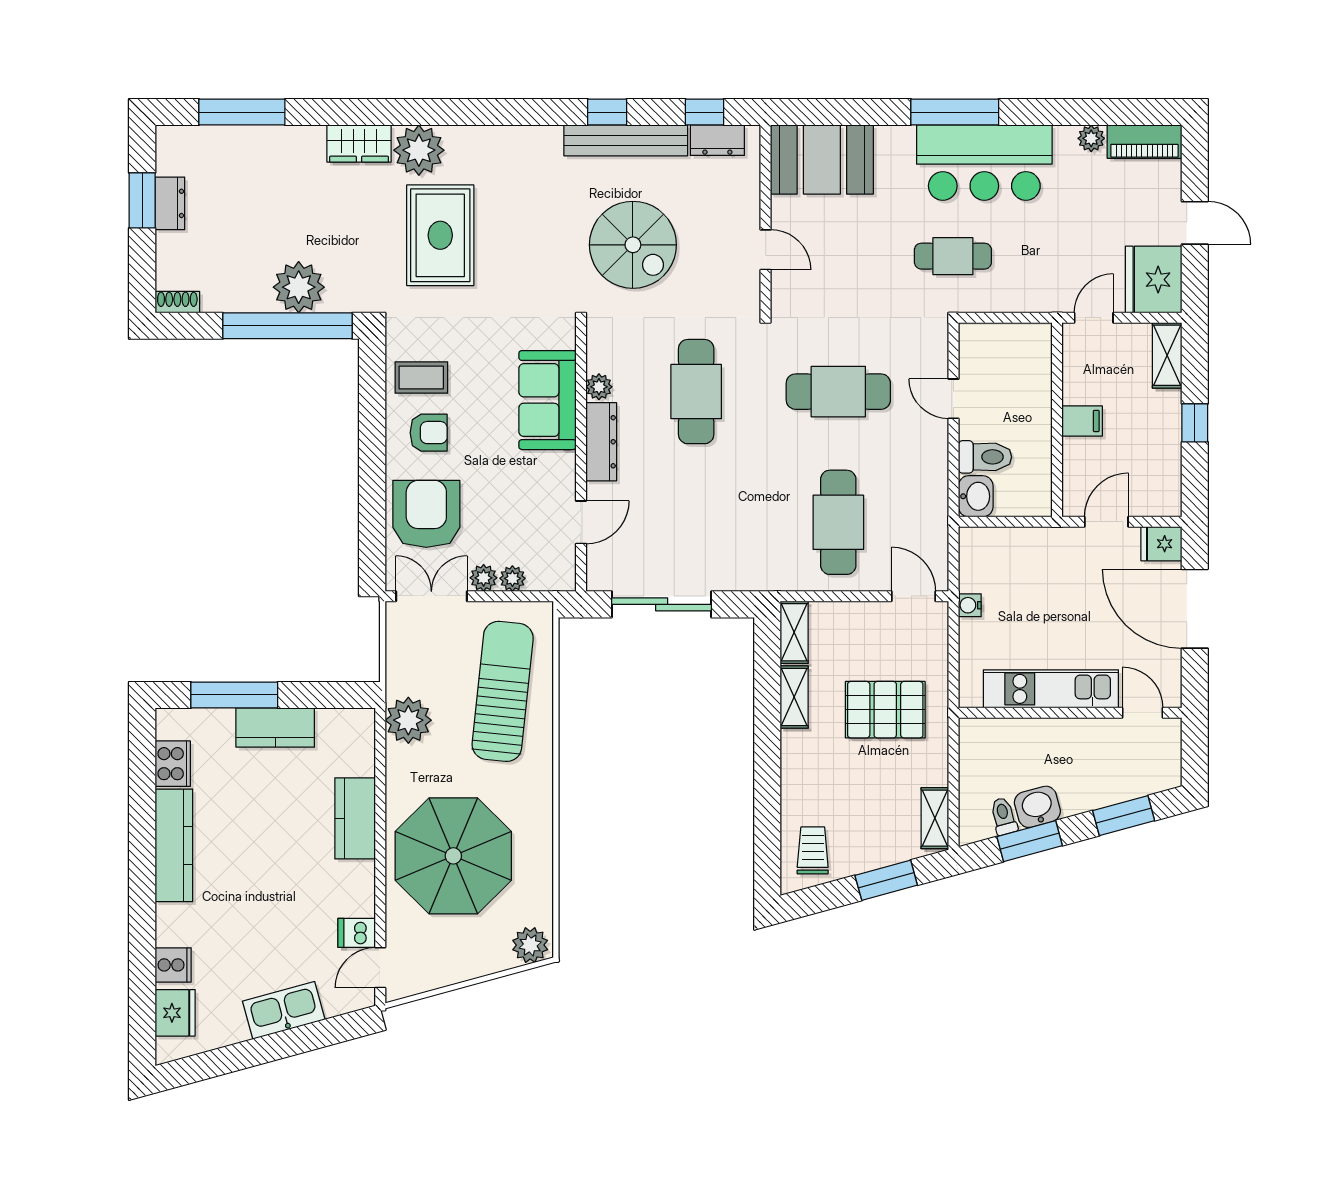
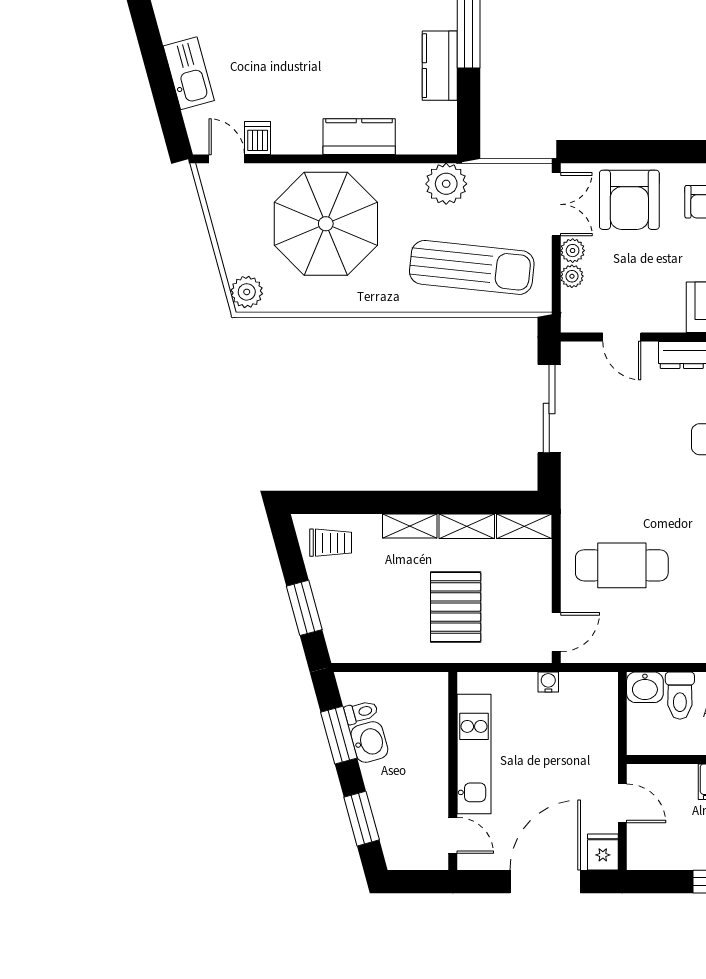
armchair: (426, 514) -> (629, 200), turned 90
door: (1143, 713) -> (453, 835), hinge flipped
shelving: (935, 818) -> (410, 526), moved

